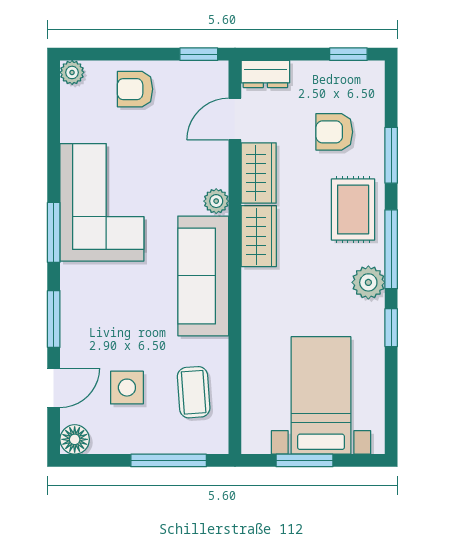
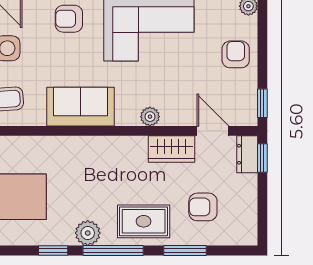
window: (348, 54) -> (262, 158), moved
armchair: (334, 132) -> (203, 207), turned -90
wardrobe: (259, 236) -> (123, 149), removed
sofa: (203, 276) -> (81, 107), width x0.73
armchair: (88, 307) -> (69, 19), added

